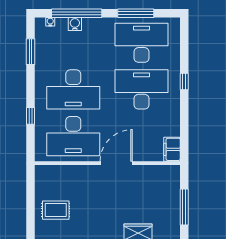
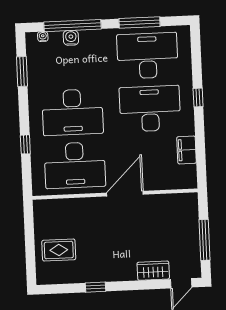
filing cabinet: (172, 149) -> (187, 150), moved

